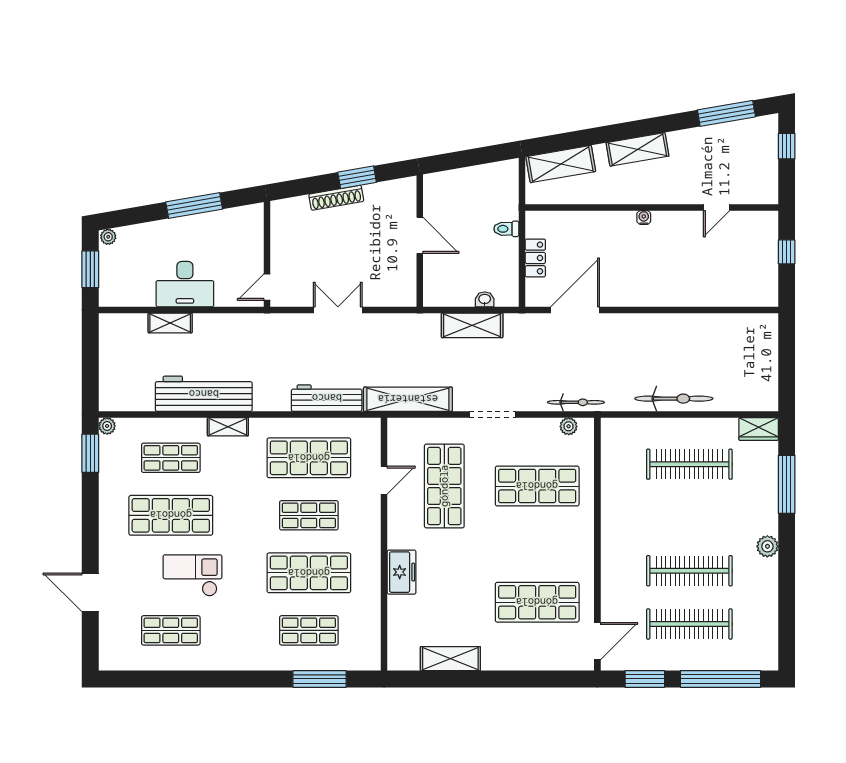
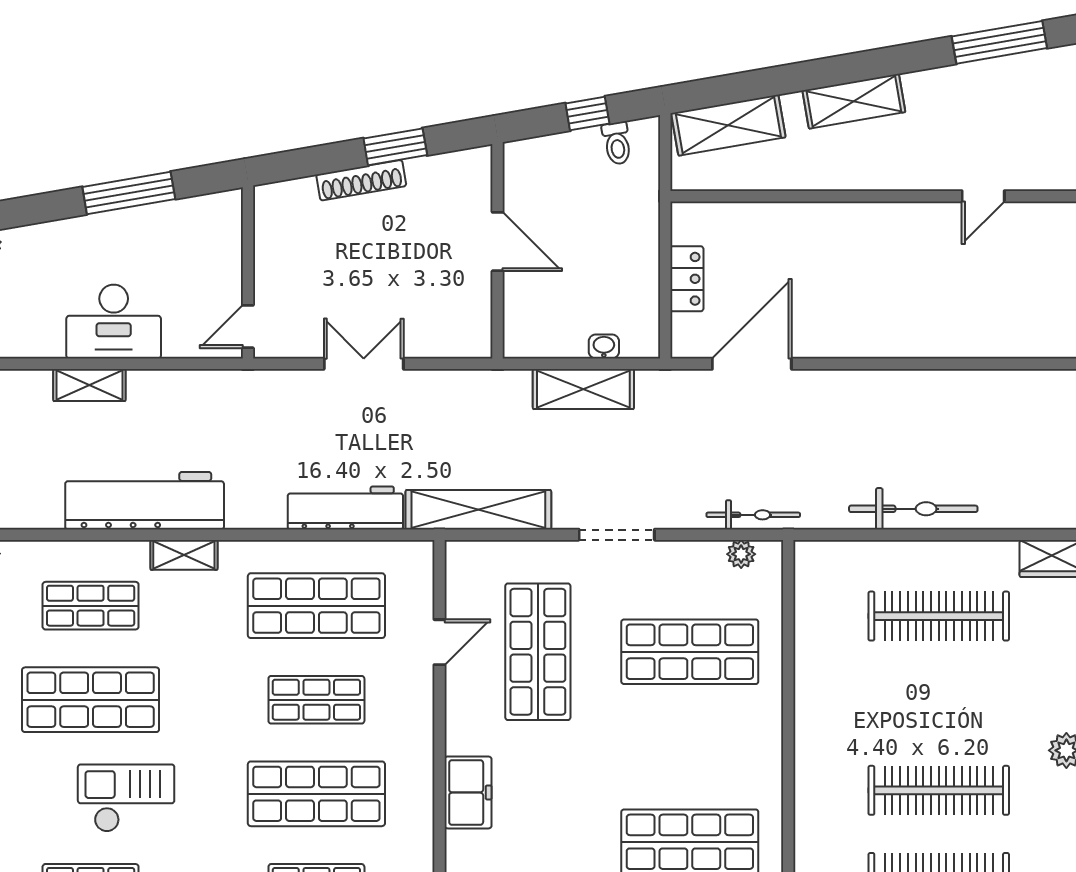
window: (475, 157) -> (587, 114), added
water cooler: (644, 218) -> (864, 213), removed
toilet: (506, 229) -> (617, 143), moved, turned -100

